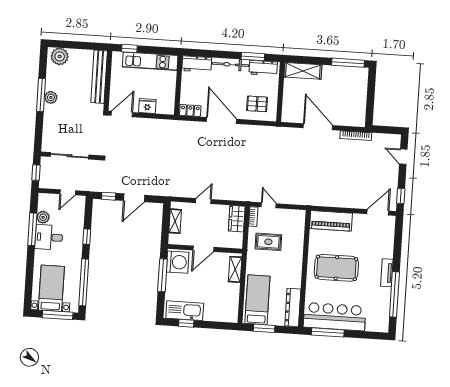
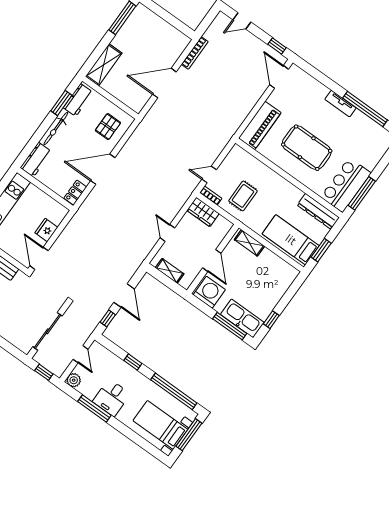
plant: (43, 217) -> (74, 380), moved
pool table: (336, 268) -> (307, 148), turned 90
window: (162, 275) -> (230, 326), moved
kitchen sink: (185, 311) -> (242, 318), moved, turned 90
bar counter: (335, 317) -> (346, 185), width x0.73

